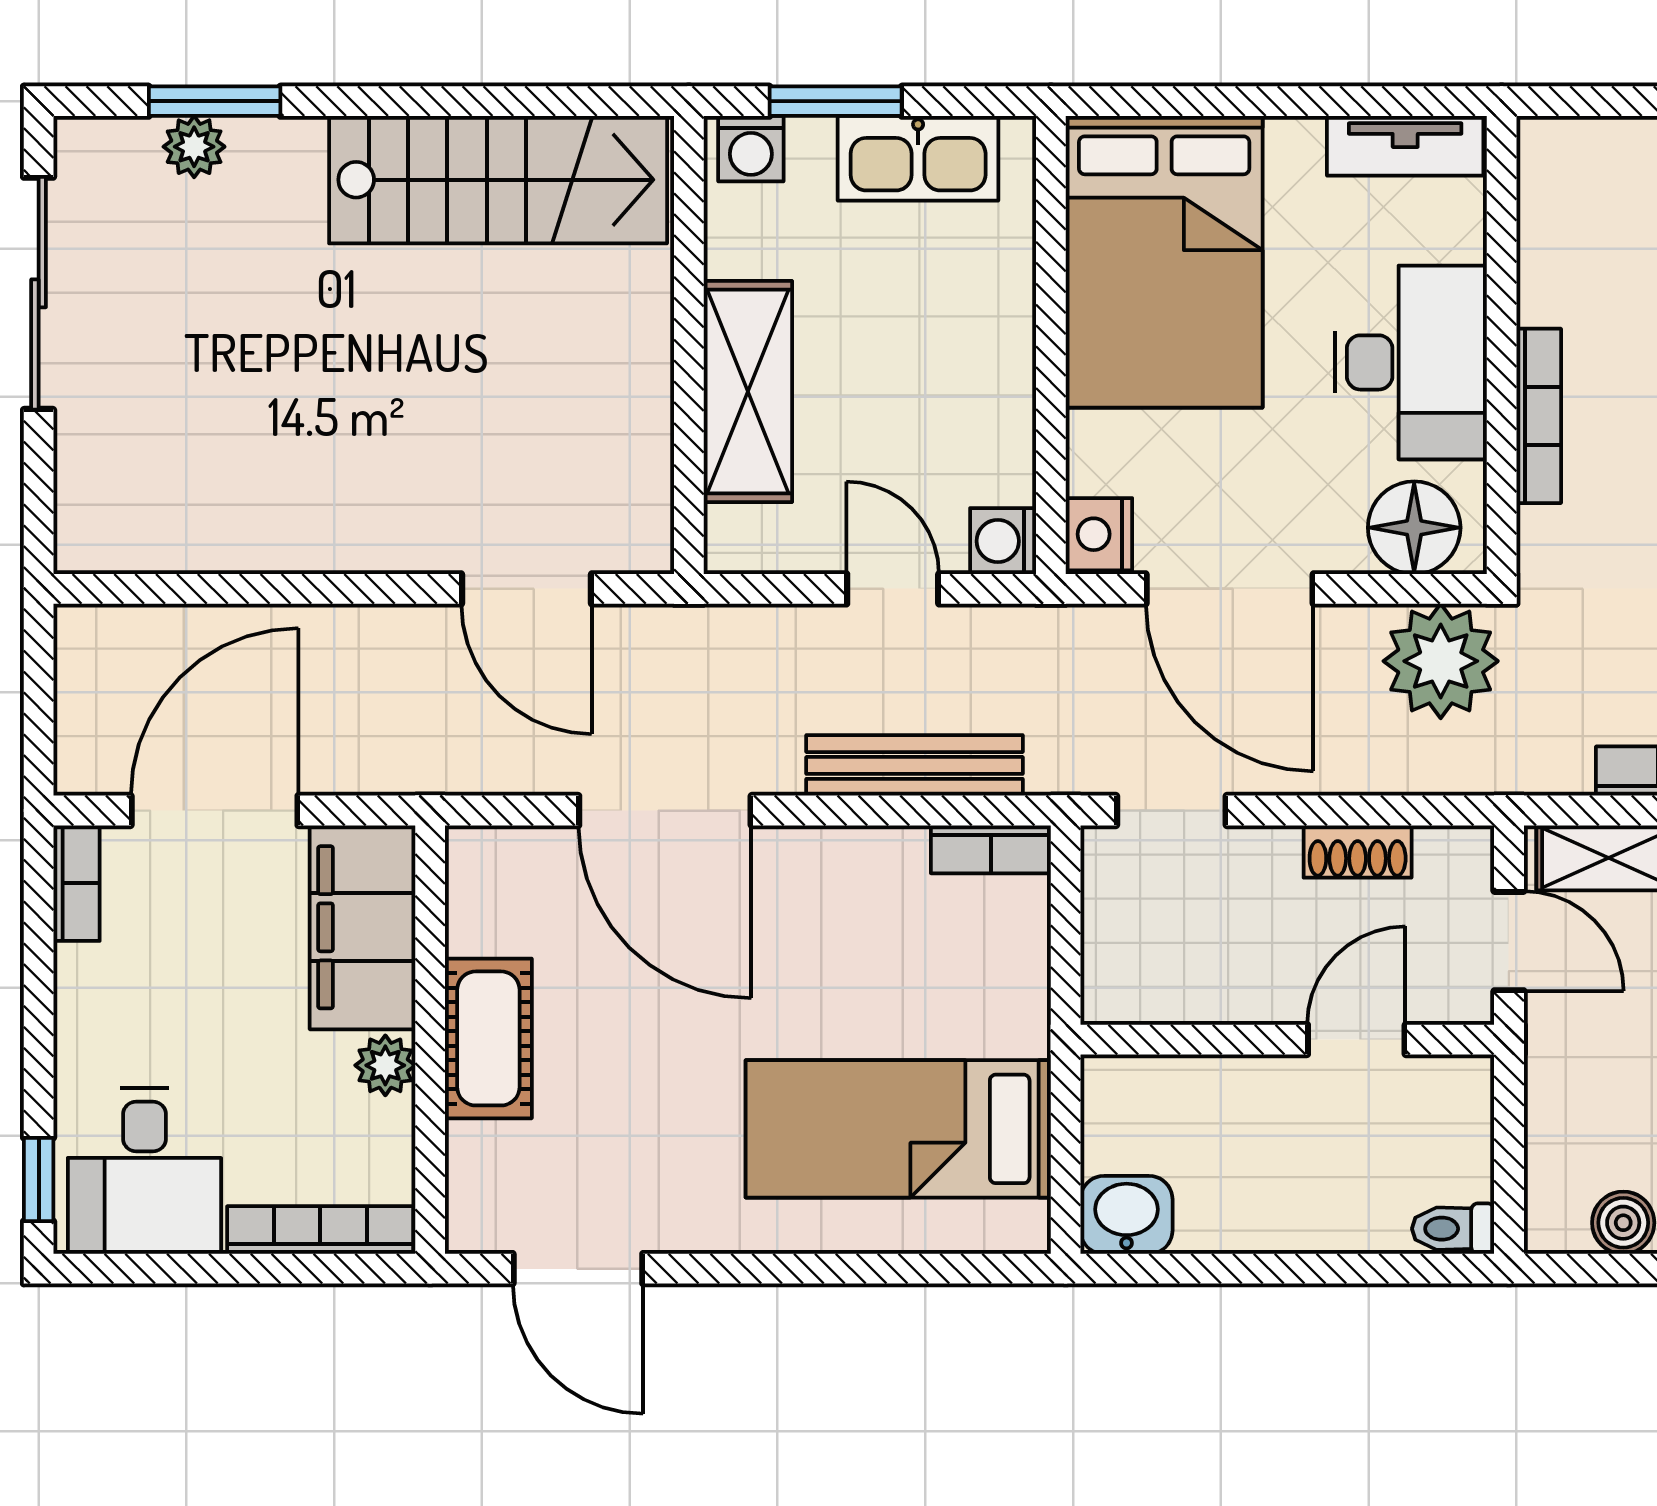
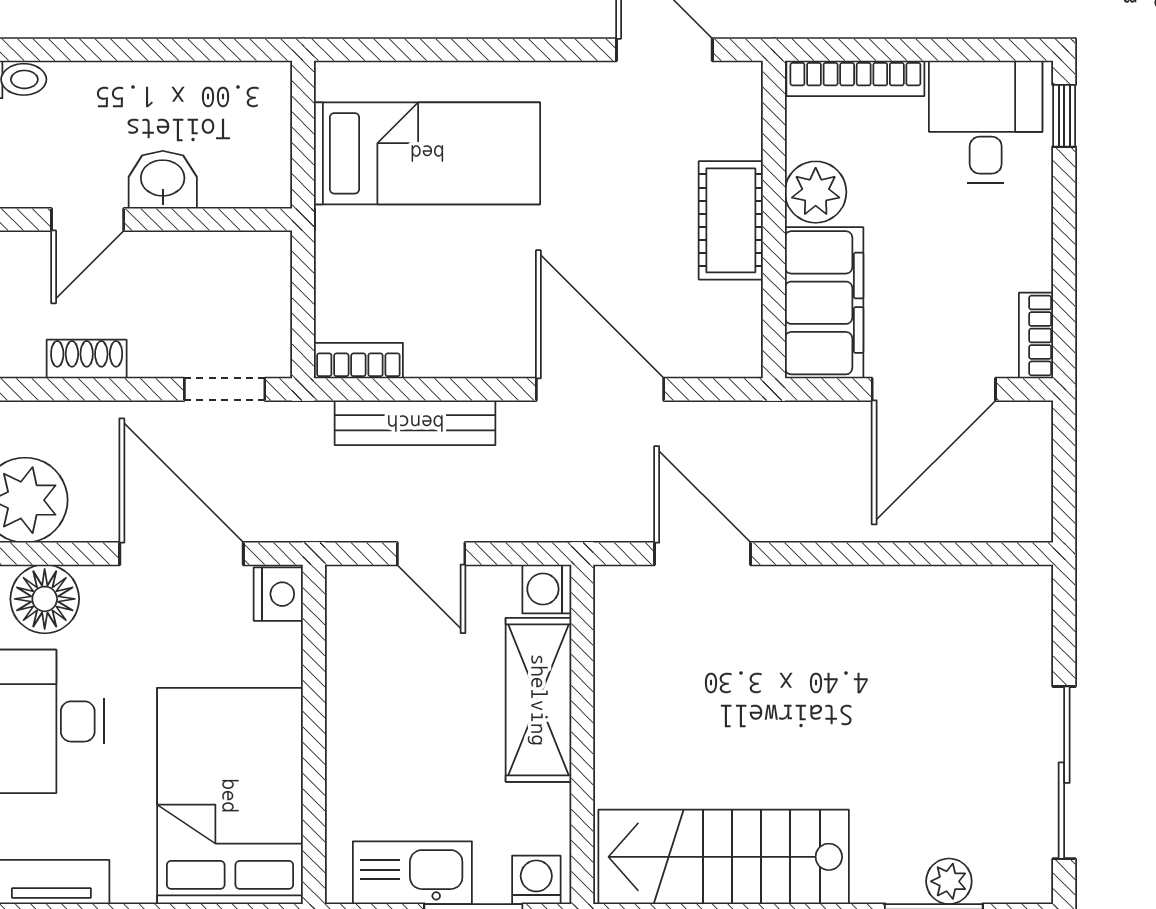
washing machine: (1003, 541) -> (547, 589), moved, turned 180
plant: (385, 1065) -> (816, 192), width x1.38, depth x1.38
washbasin: (1126, 1215) -> (163, 180), moved, turned 180

